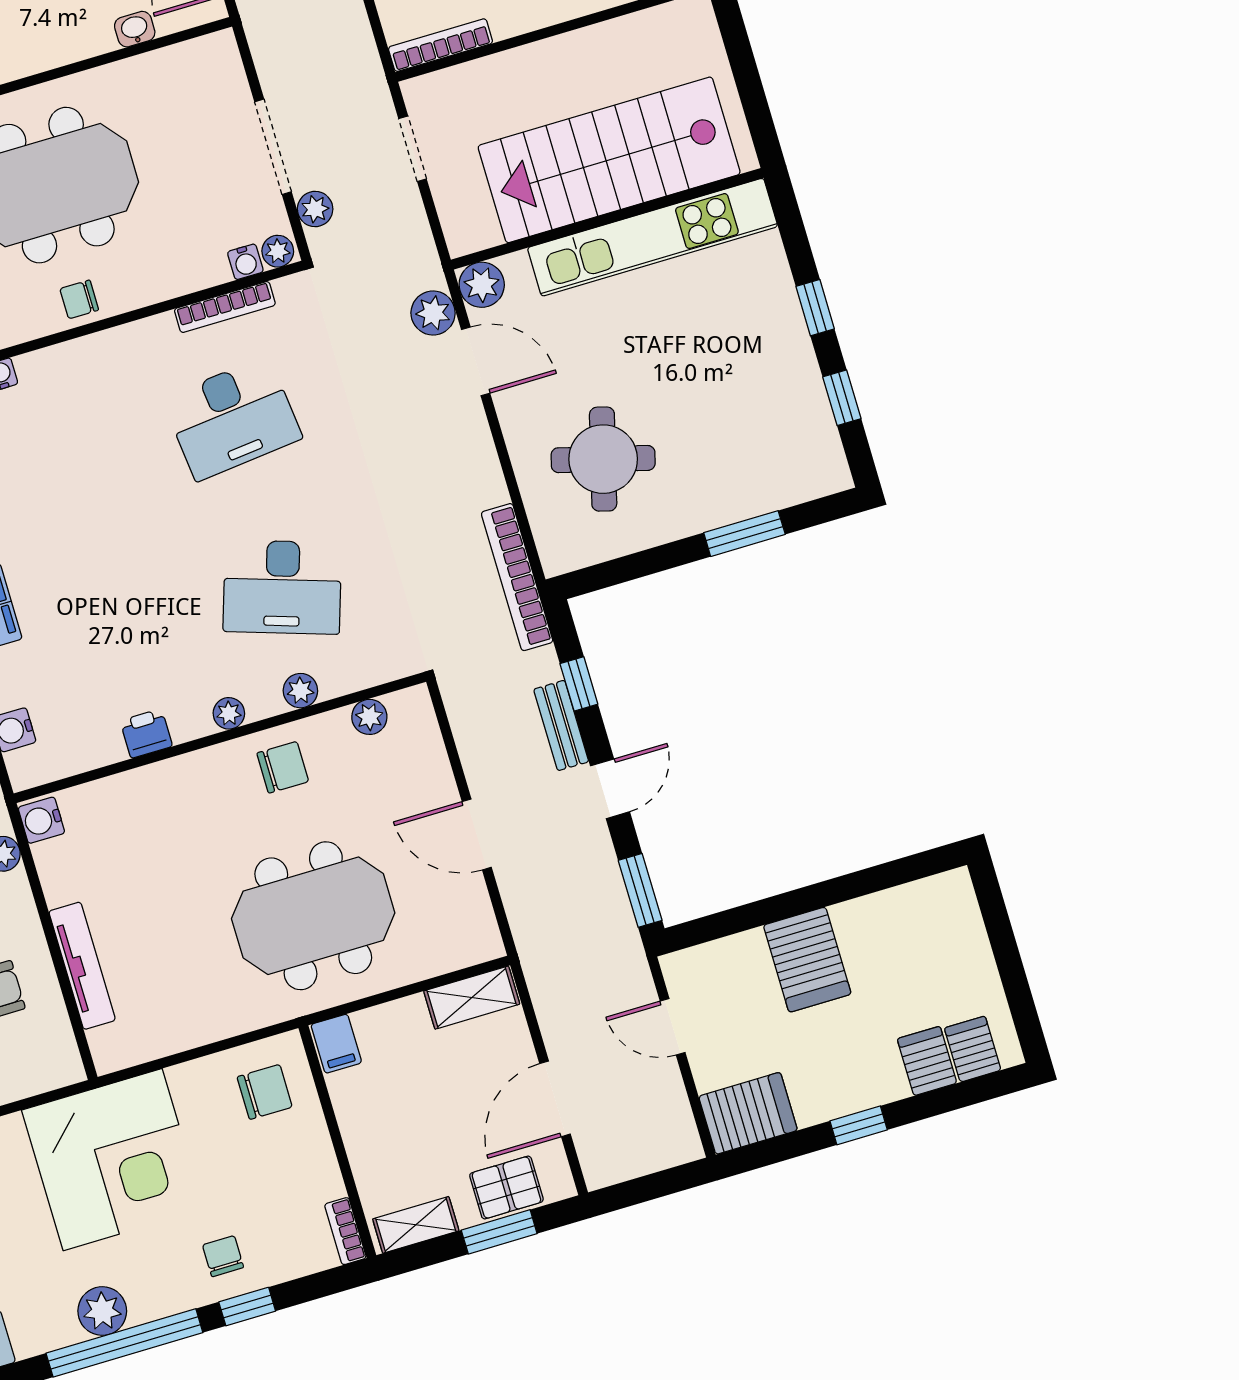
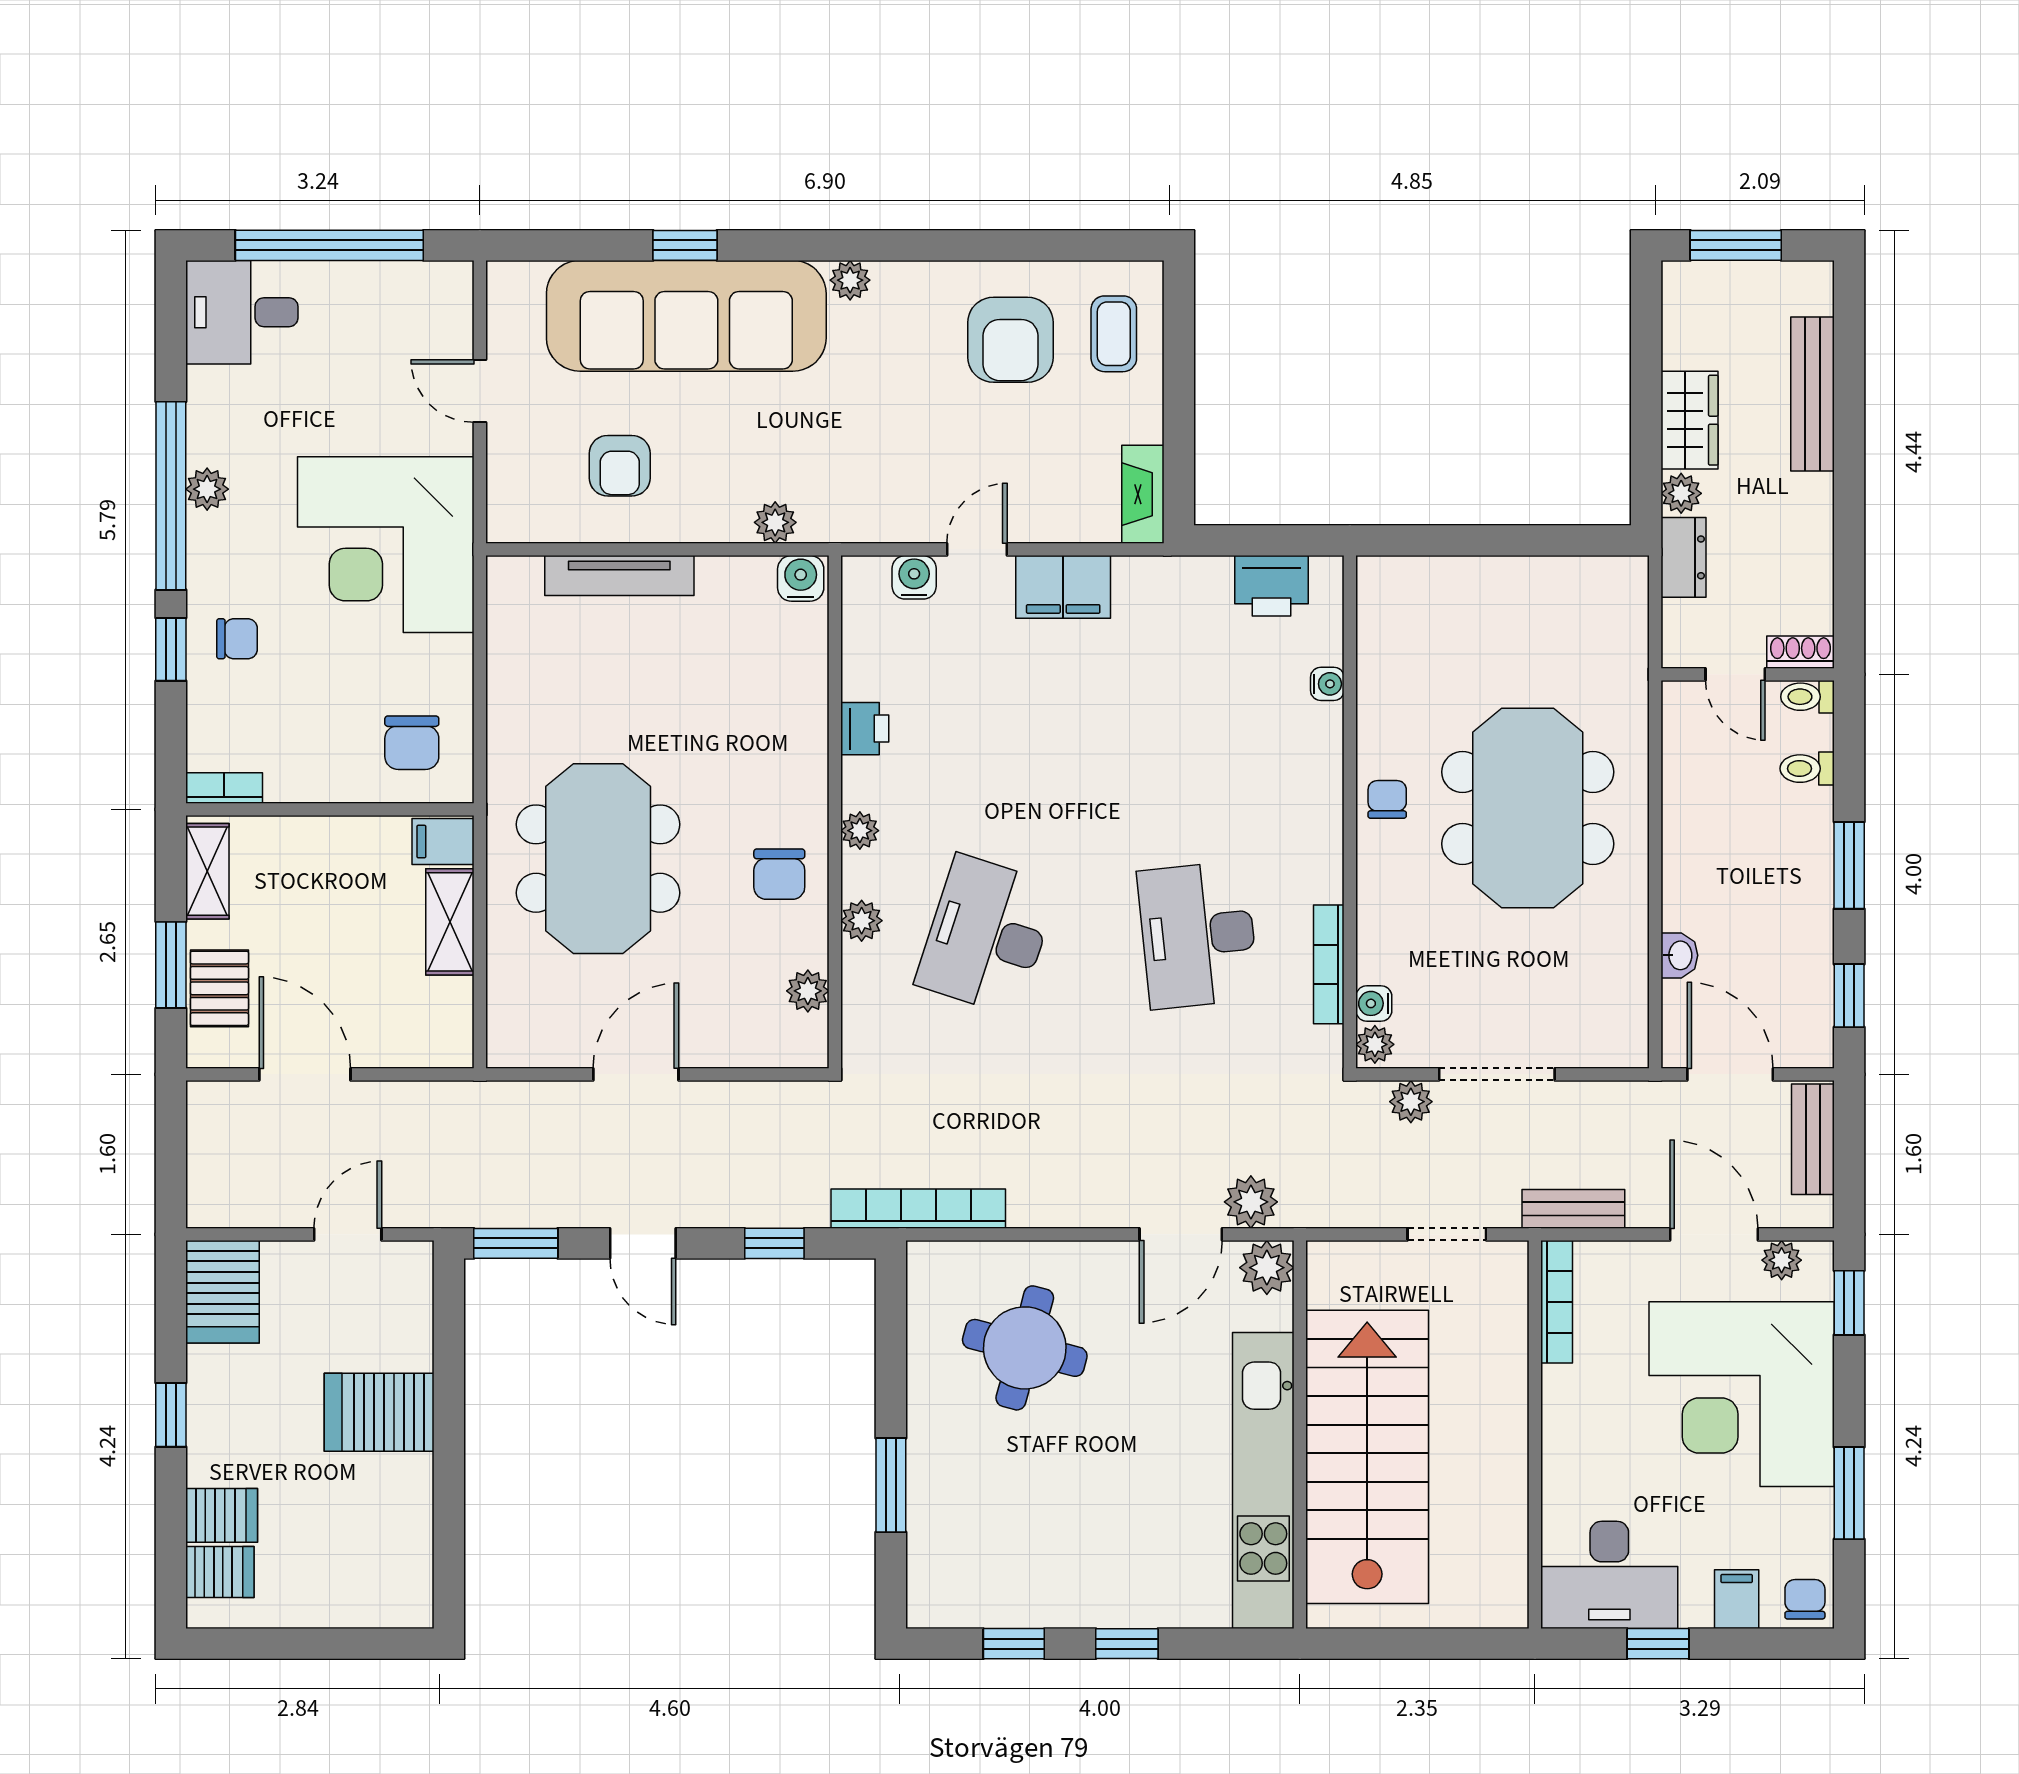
bench: (561, 725) -> (1573, 1209), moved
shelving: (472, 998) -> (450, 922), moved
plant: (102, 1311) -> (207, 489), width x0.73, depth x0.73

